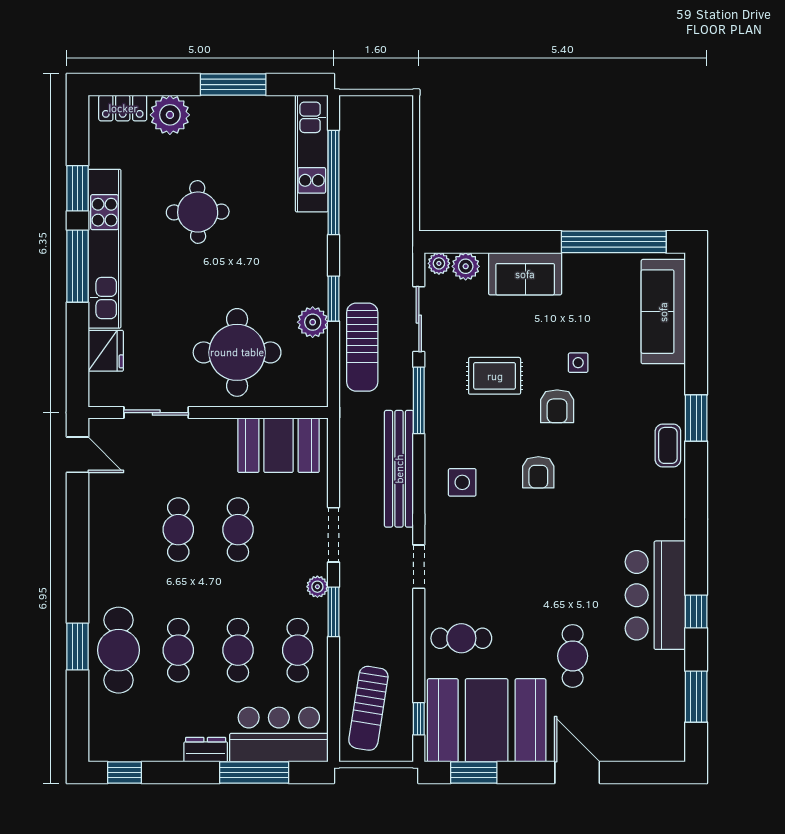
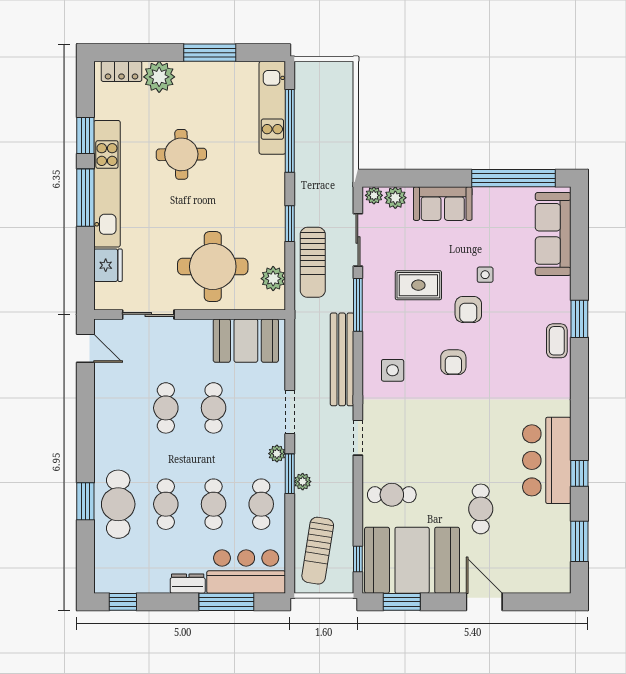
plant: (313, 322) -> (273, 279), moved
plant: (349, 622) -> (303, 482), added

